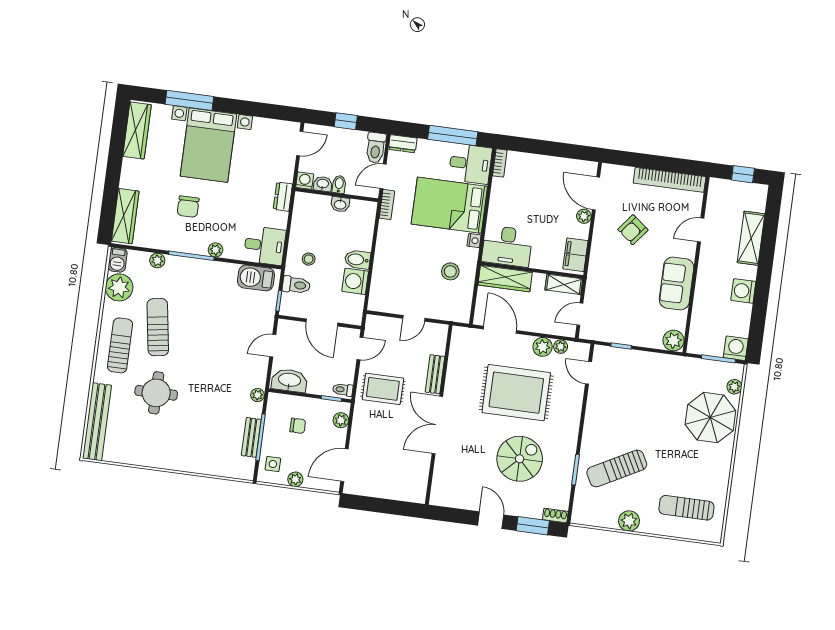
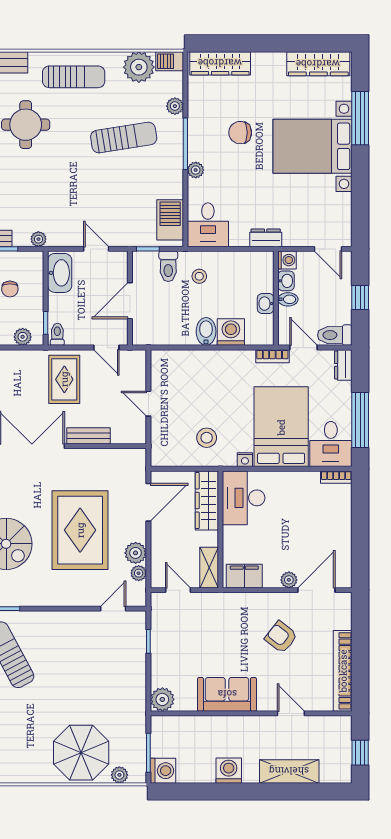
washing machine: (355, 281) -> (231, 332), moved
sun lounger: (158, 327) -> (124, 137), moved

